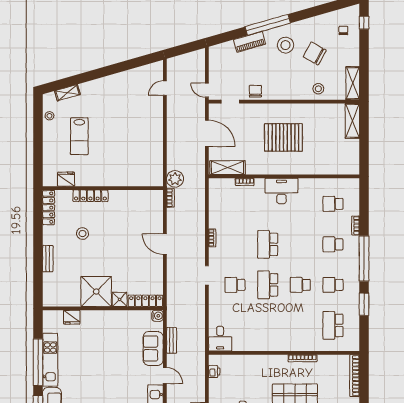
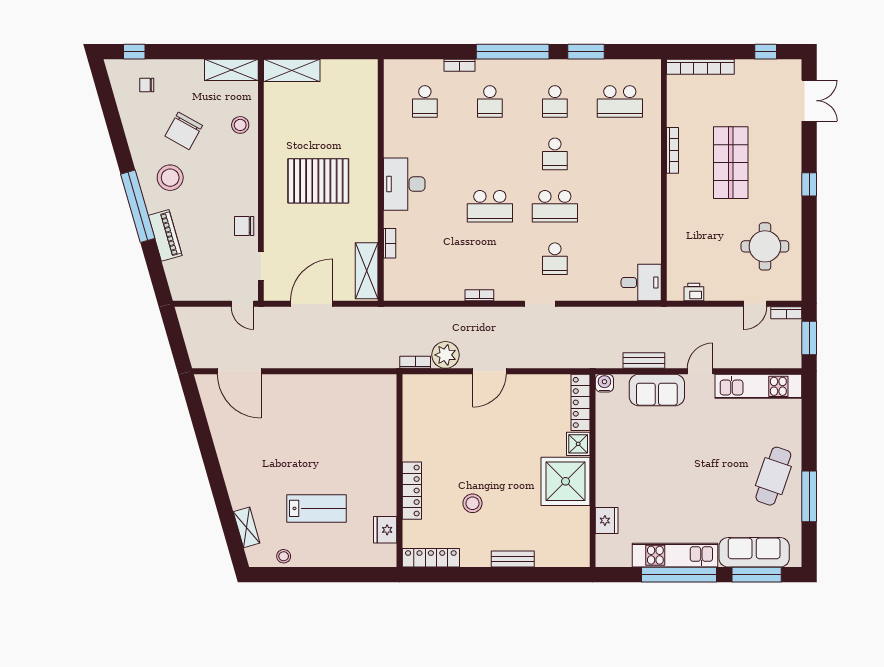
door: (165, 88) -> (239, 371), width x1.87
door: (207, 90) -> (243, 304), hinge flipped
pallet: (283, 137) -> (318, 181), turned 90
plant: (175, 179) -> (446, 355), moved

